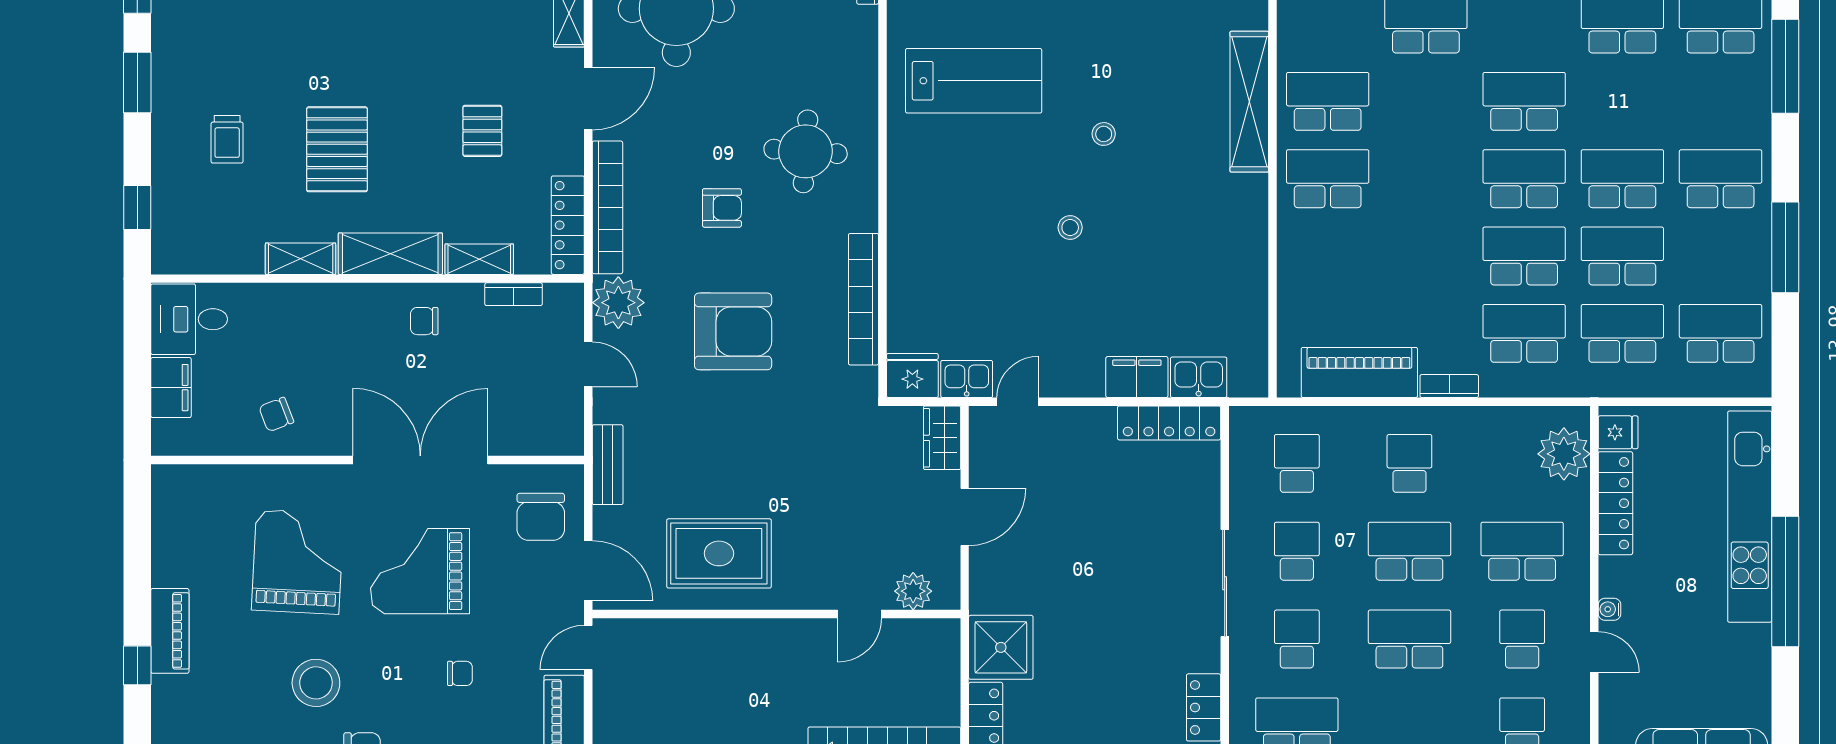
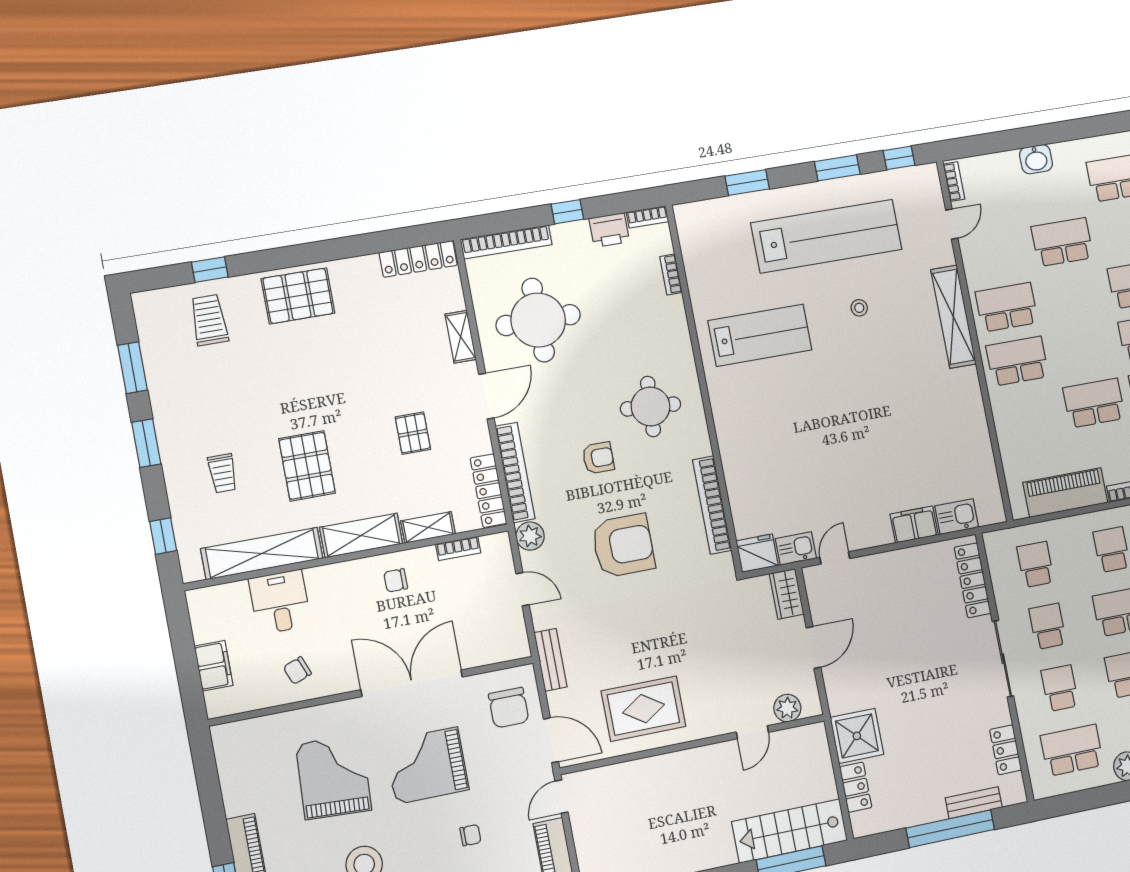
stool: (1104, 134) -> (859, 308), moved
stool: (1070, 228) -> (847, 427), removed
school desk: (1426, 256) -> (1094, 403), added
shelving: (301, 259) -> (262, 554), width x2.20, depth x1.33
plant: (618, 303) -> (530, 536), width x0.73, depth x0.73
desk: (189, 319) -> (280, 602), moved, turned 90
locker: (1169, 423) -> (973, 580), moved, turned 90

